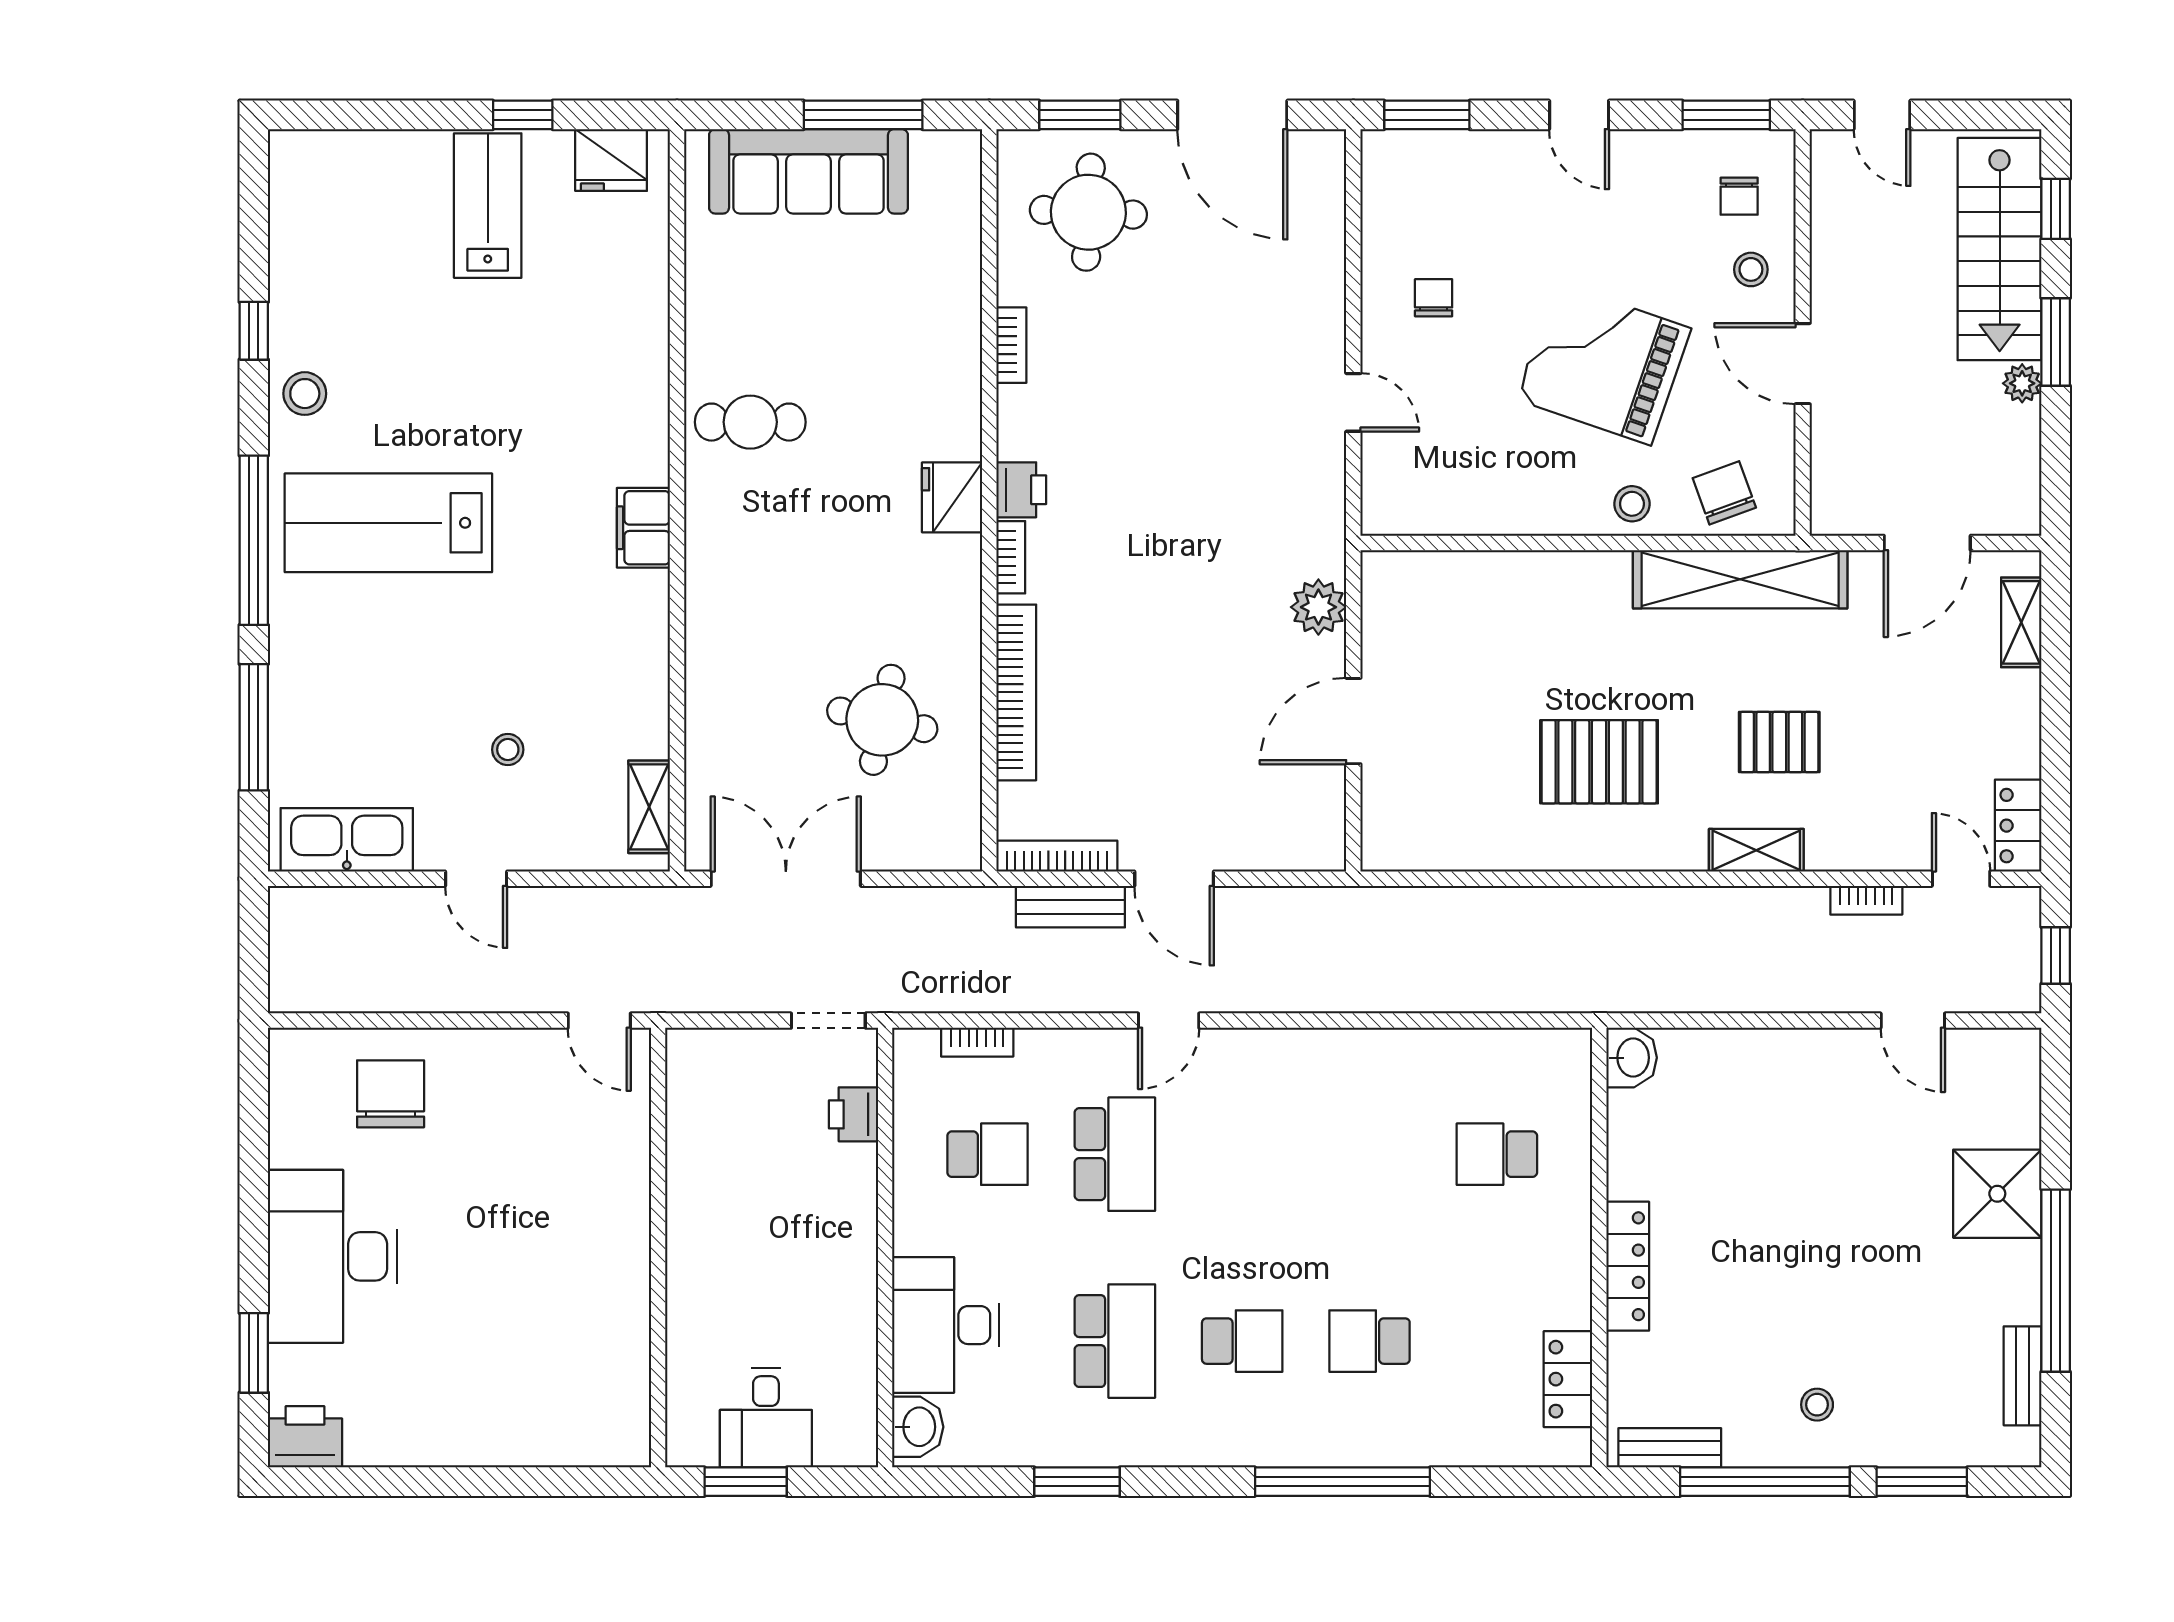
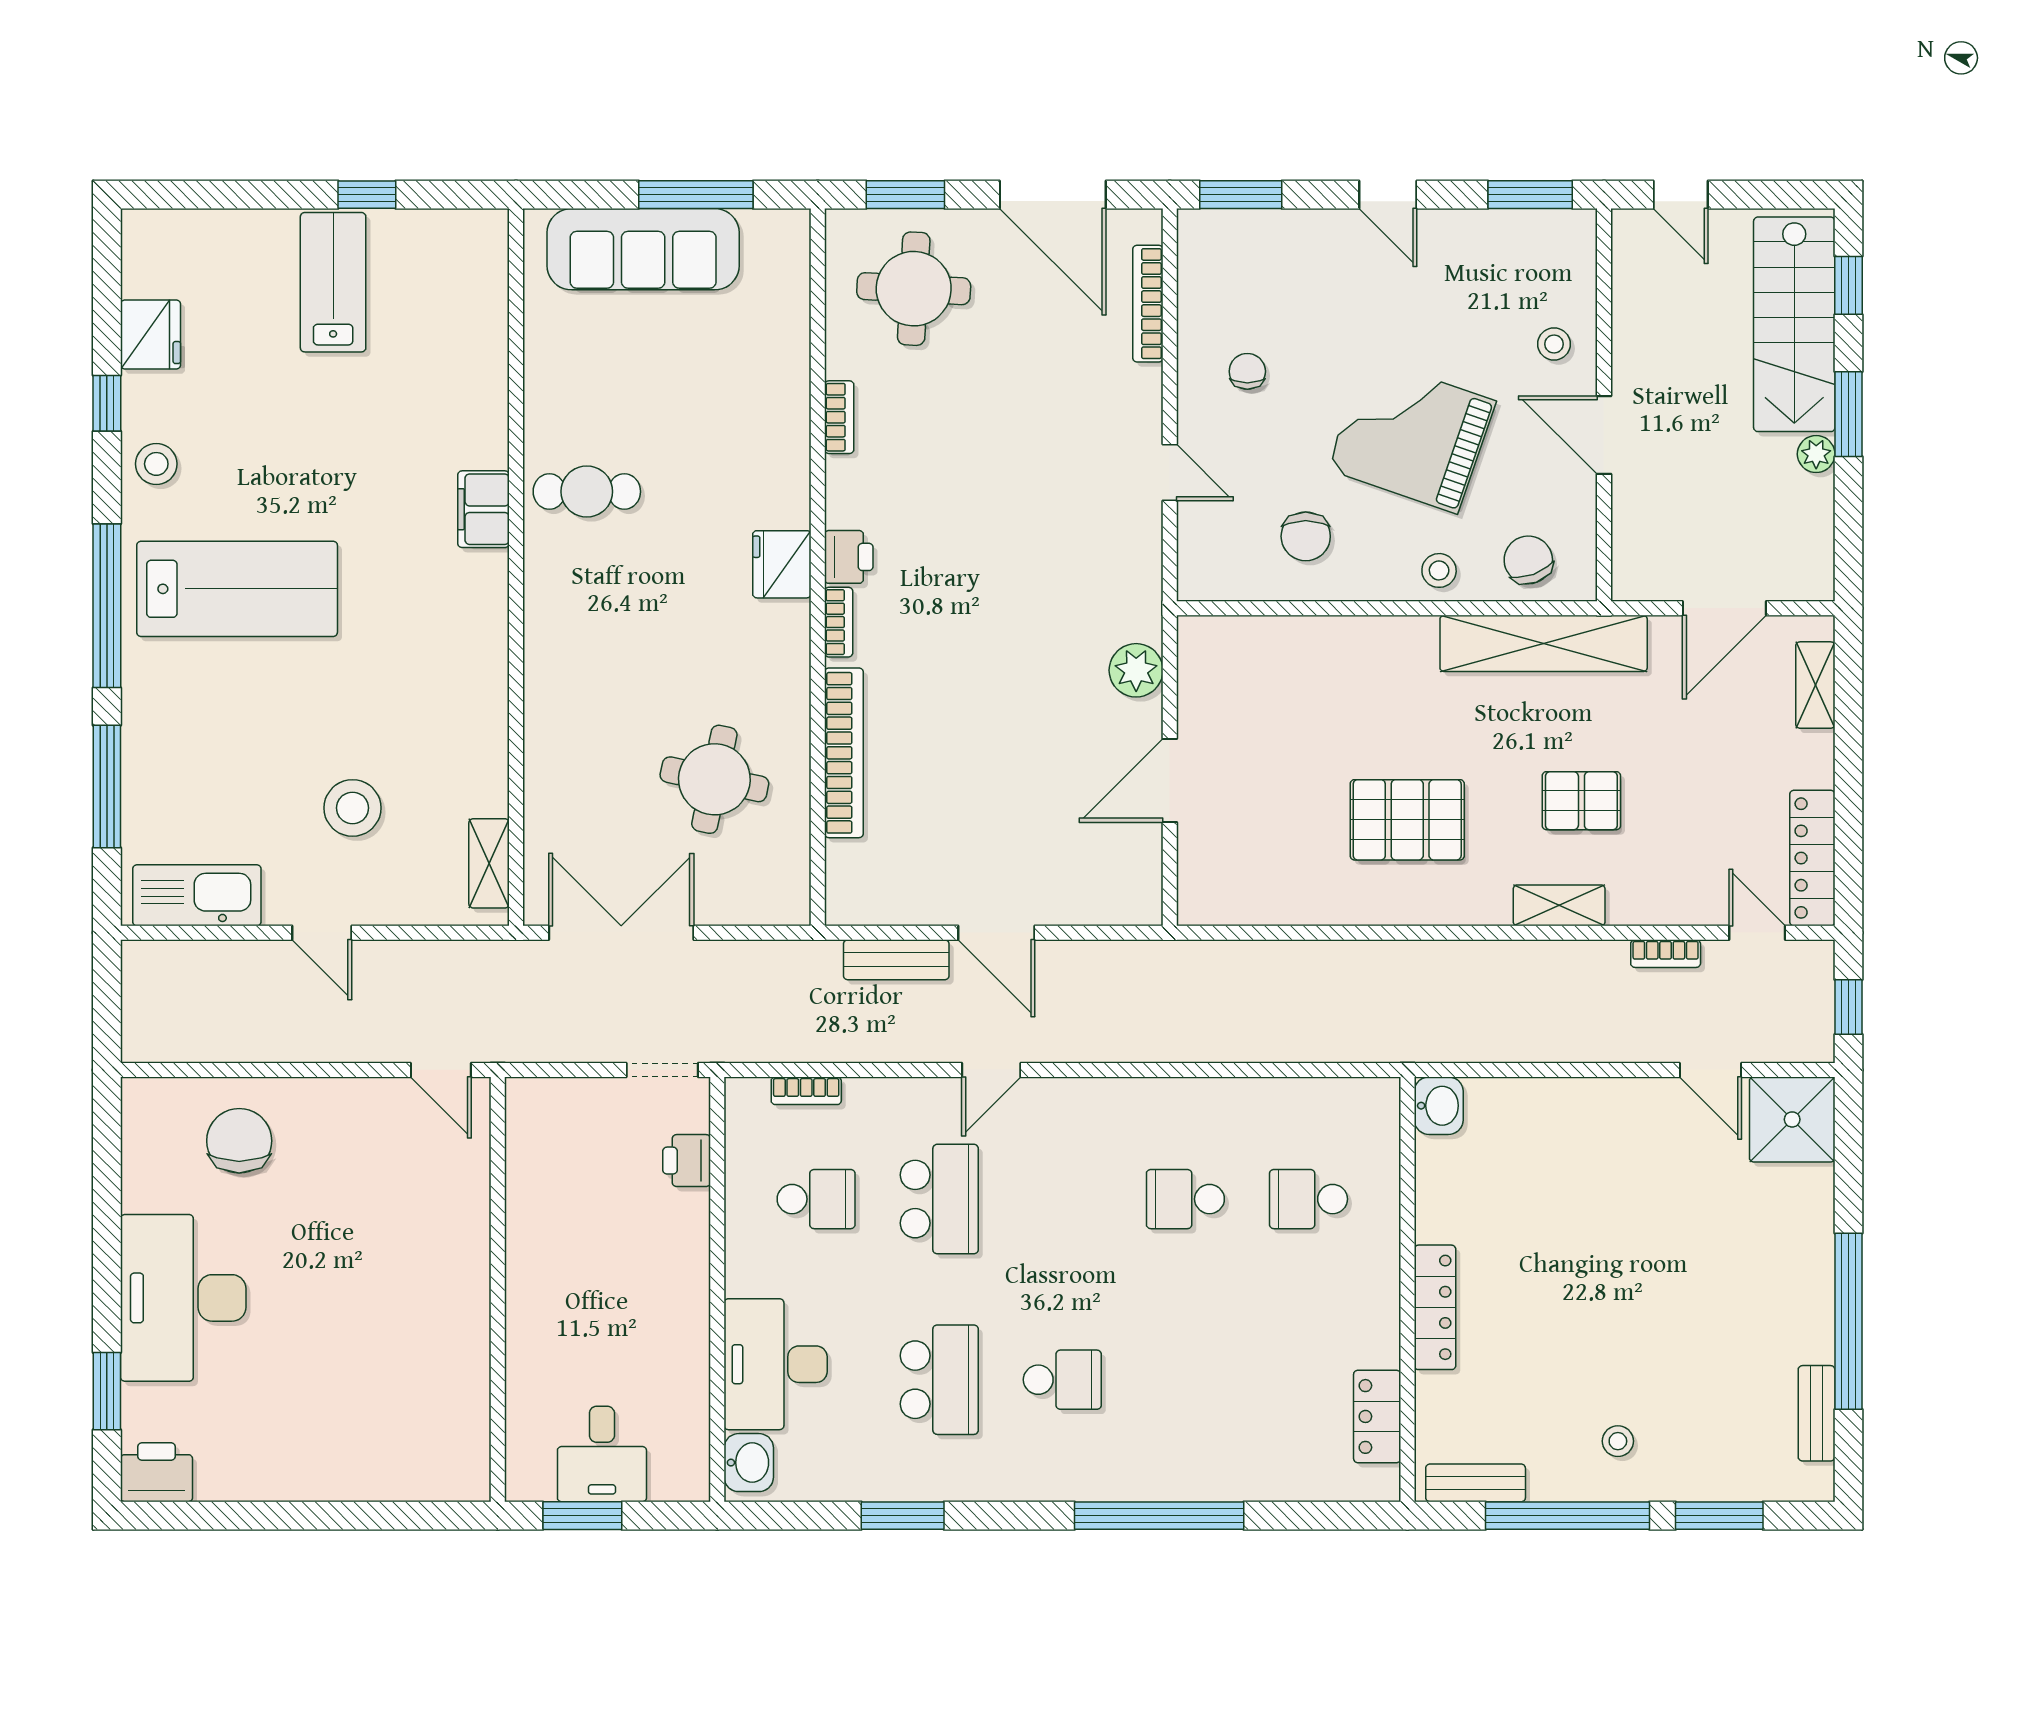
fridge: (611, 160) -> (151, 334), moved, turned -90
chair: (1739, 196) -> (1306, 536), moved, width x1.37, depth x1.37
lab bench: (388, 523) -> (237, 589), turned 180
filing cabinet: (643, 528) -> (484, 509), moved
stool: (508, 750) -> (353, 808), width x1.89, depth x1.89
locker: (2018, 826) -> (1812, 858), width x1.53
bookcase: (1057, 856) -> (1148, 304), moved, turned -90
shower: (1997, 1194) -> (1792, 1119), moved
school desk: (1370, 1341) -> (1185, 1199), moved

